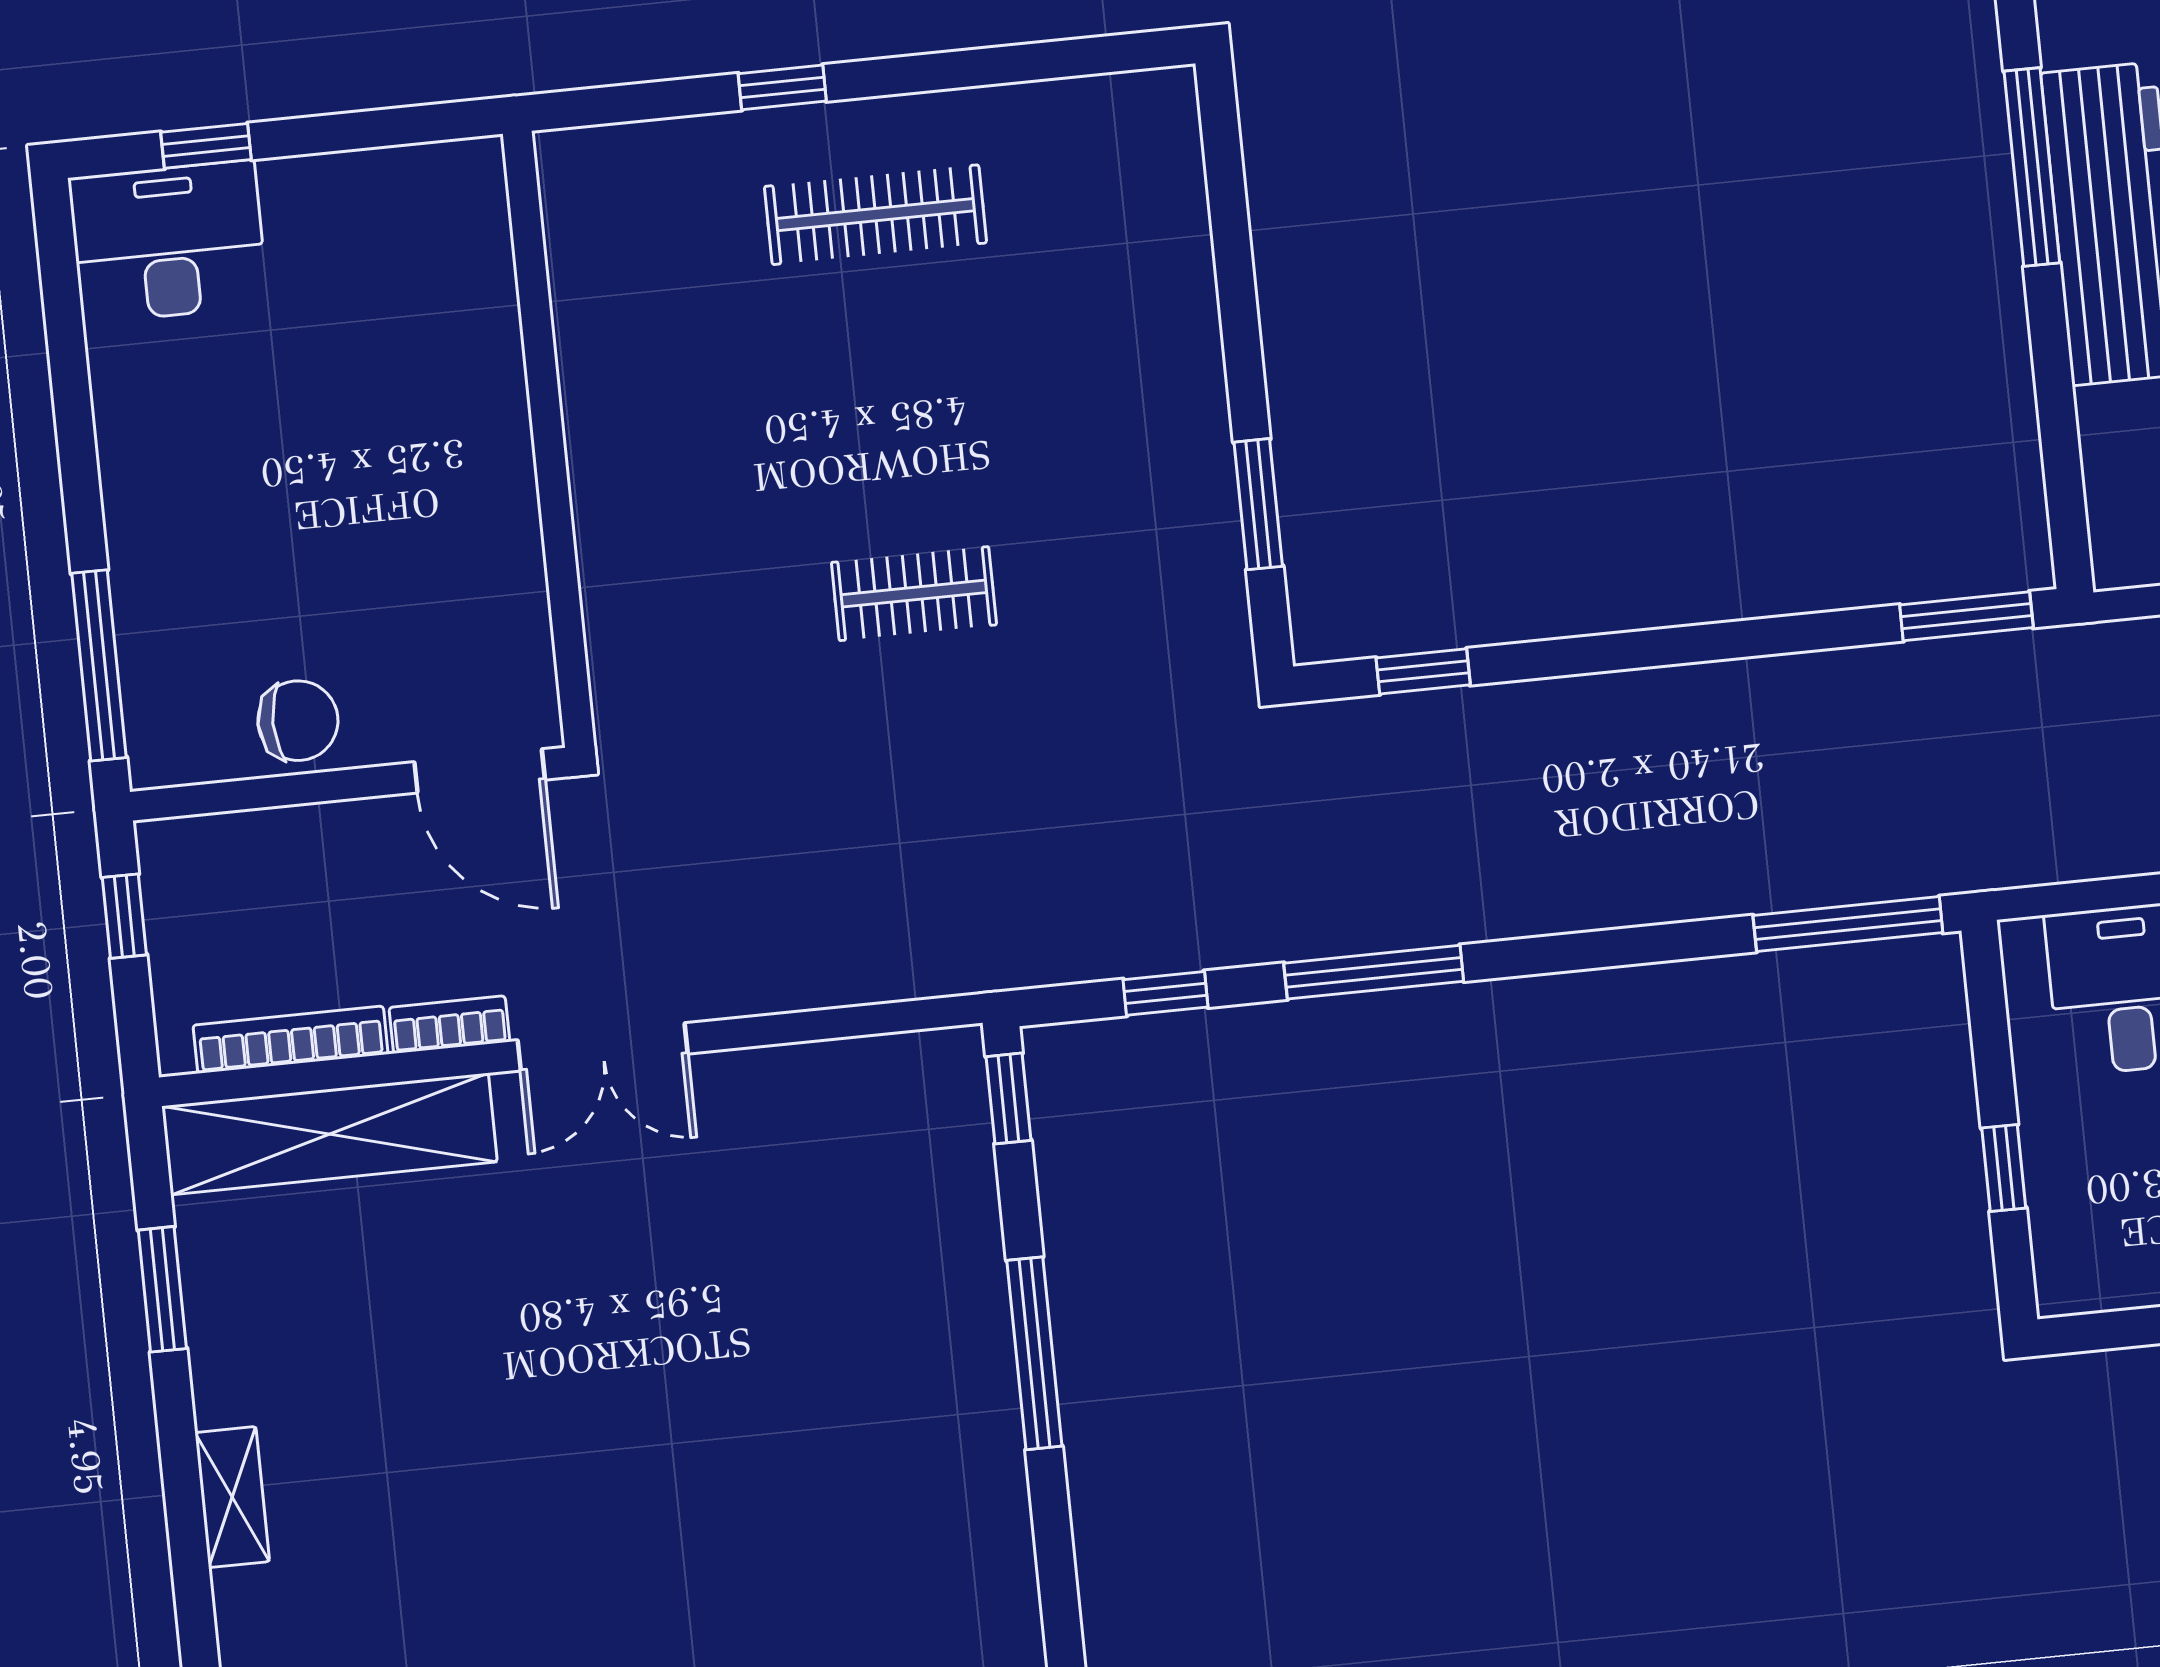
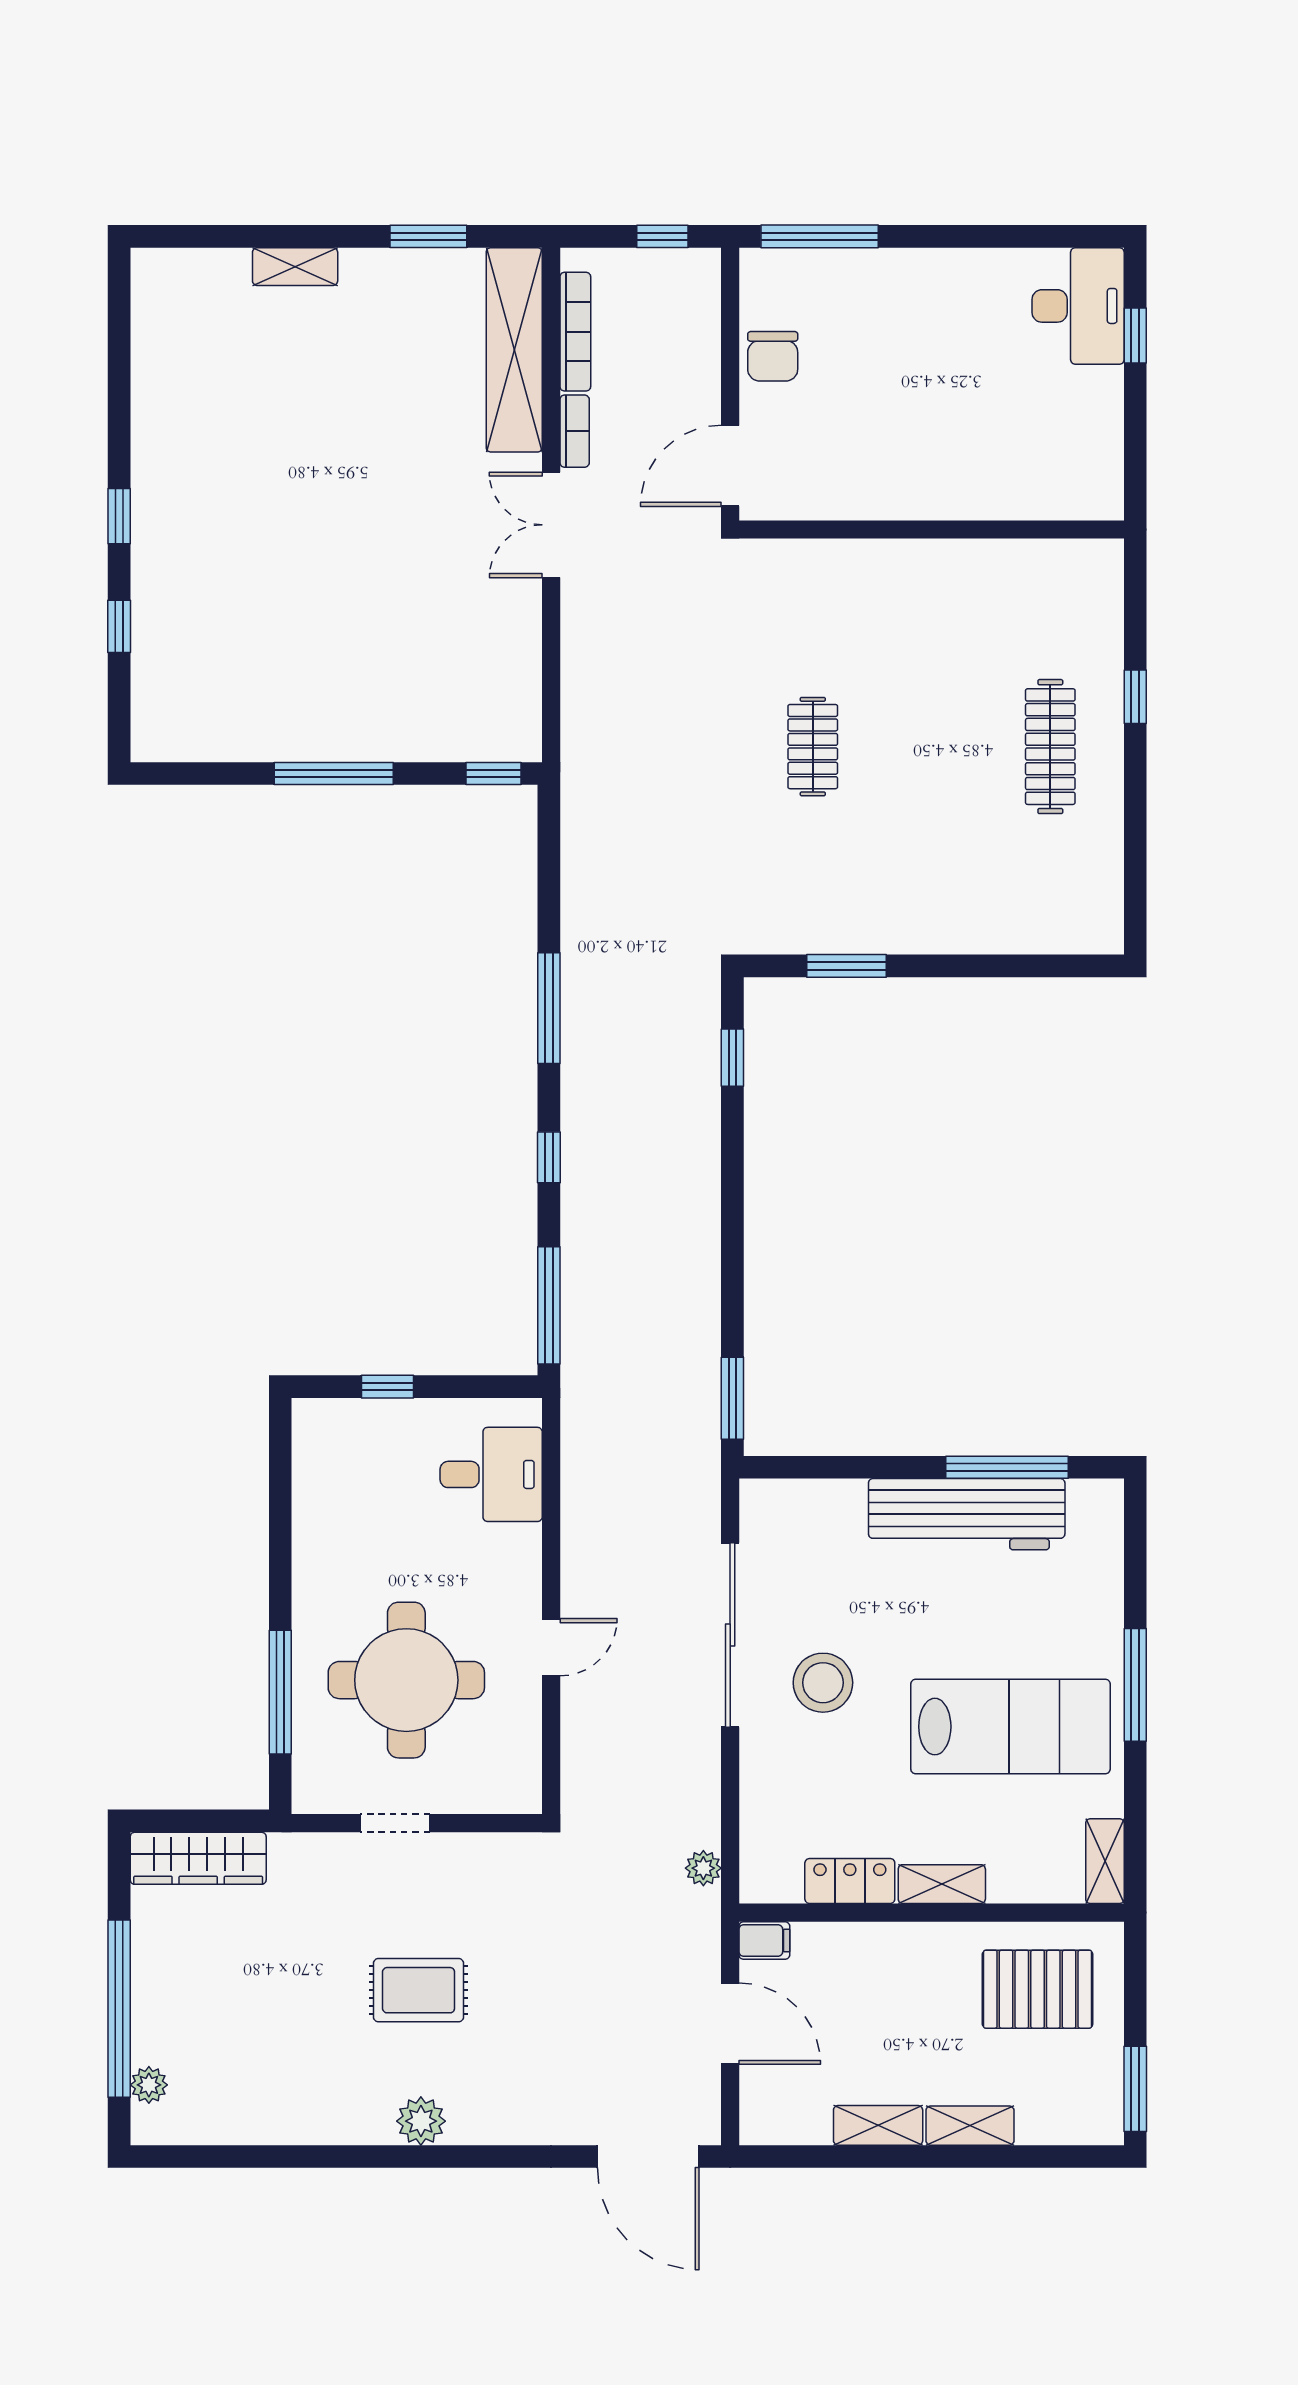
window: (1166, 993) -> (549, 1157), moved

